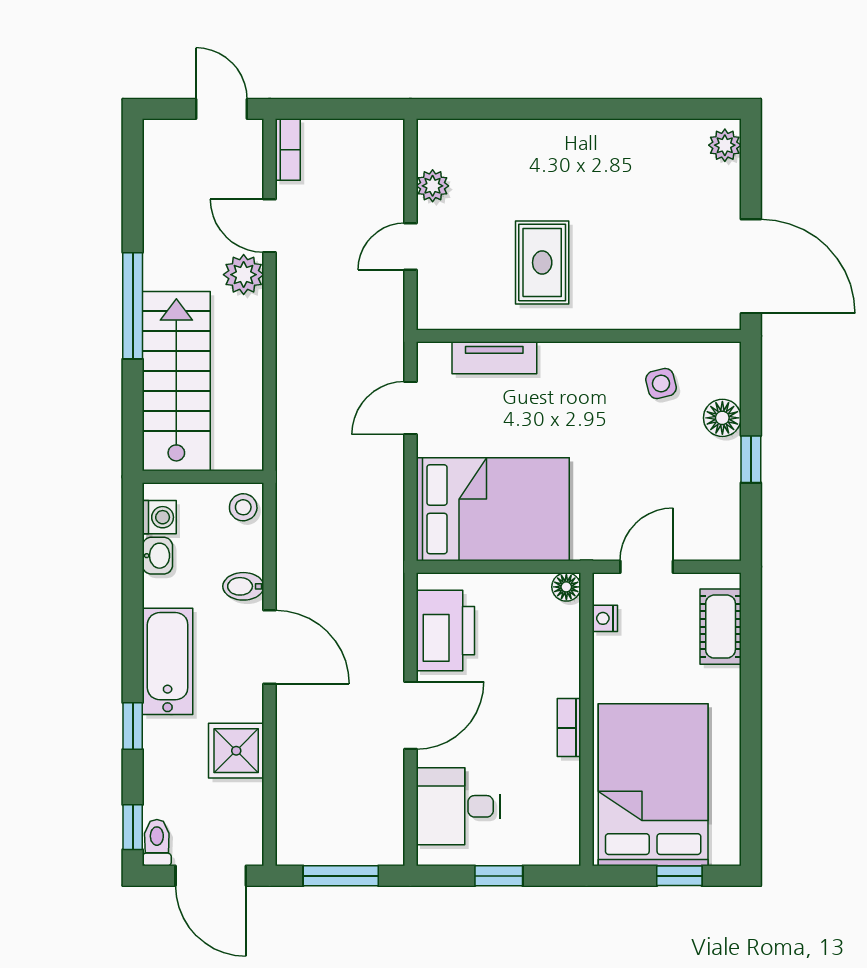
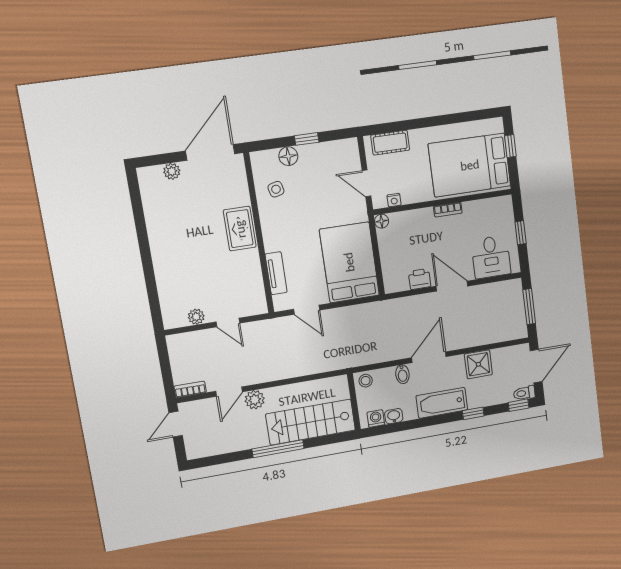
plant: (725, 145) -> (172, 171), moved
rug: (542, 263) -> (240, 229), moved, turned 90
printer: (445, 631) -> (420, 279), width x0.53, depth x0.68

